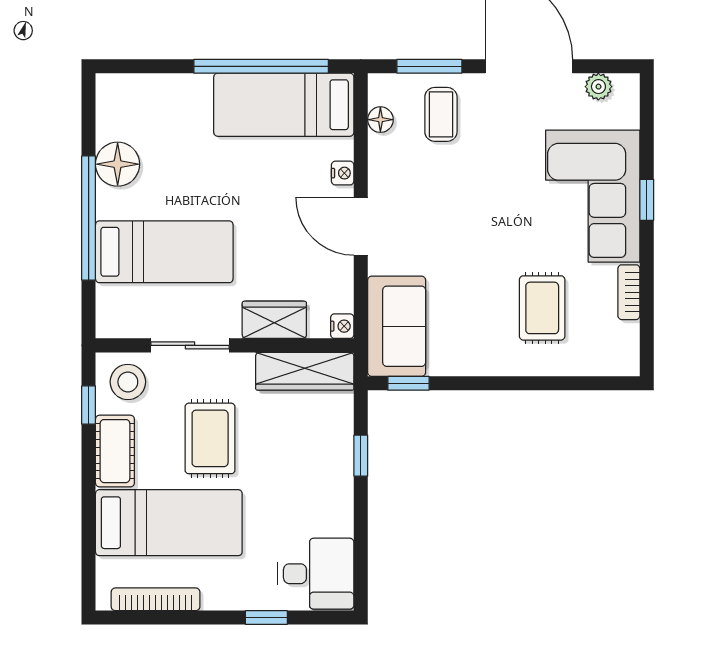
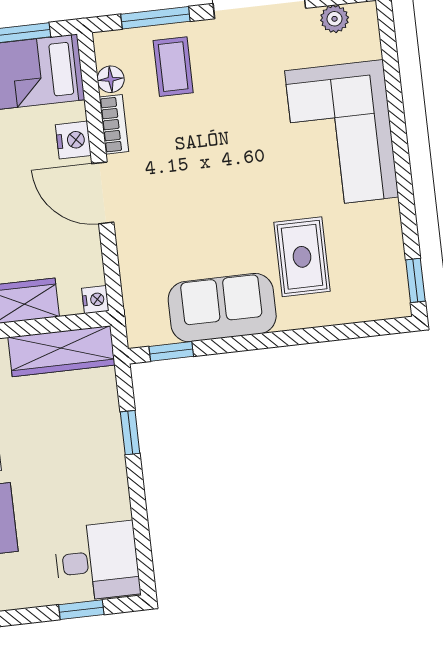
nightstand: (343, 173) -> (73, 140), width x1.39, depth x1.35
window: (647, 200) -> (415, 280), moved
bookcase: (629, 292) -> (114, 124), moved, turned 180
sofa: (397, 326) -> (222, 308), moved, turned -90
window: (266, 618) -> (81, 610), moved

